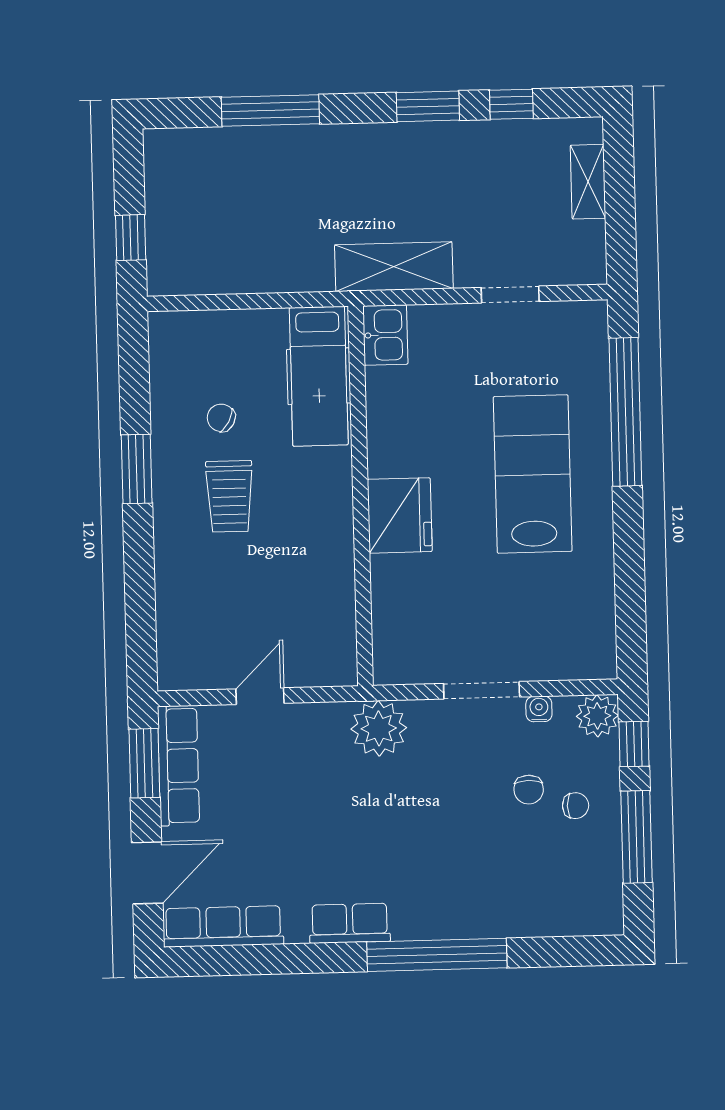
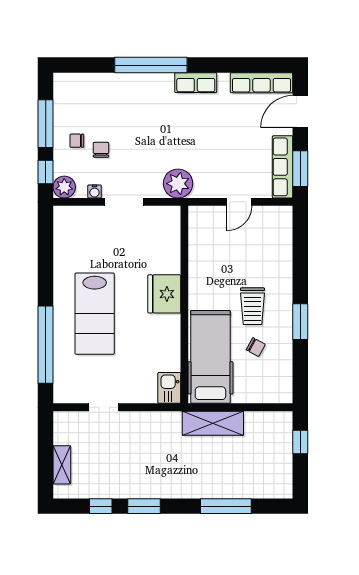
shelving: (394, 267) -> (213, 423), moved
hospital bed: (319, 376) -> (210, 357), width x1.37, depth x1.29
trolley: (229, 496) -> (252, 306), turned 180

